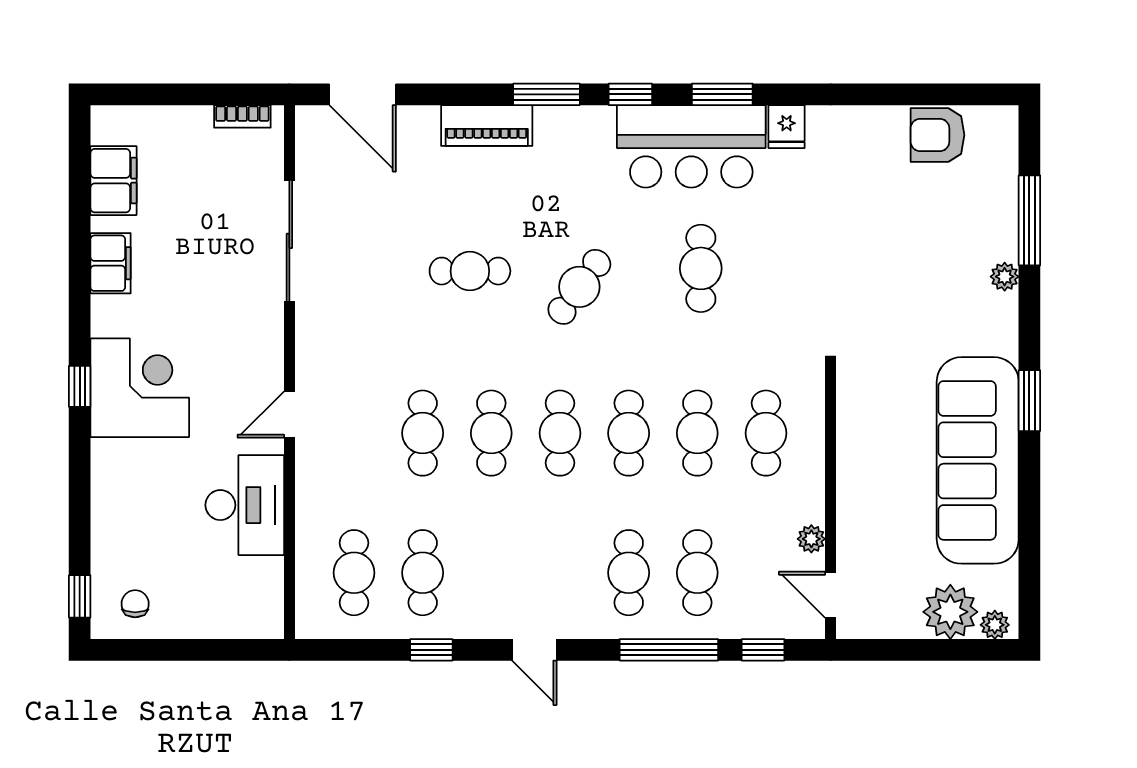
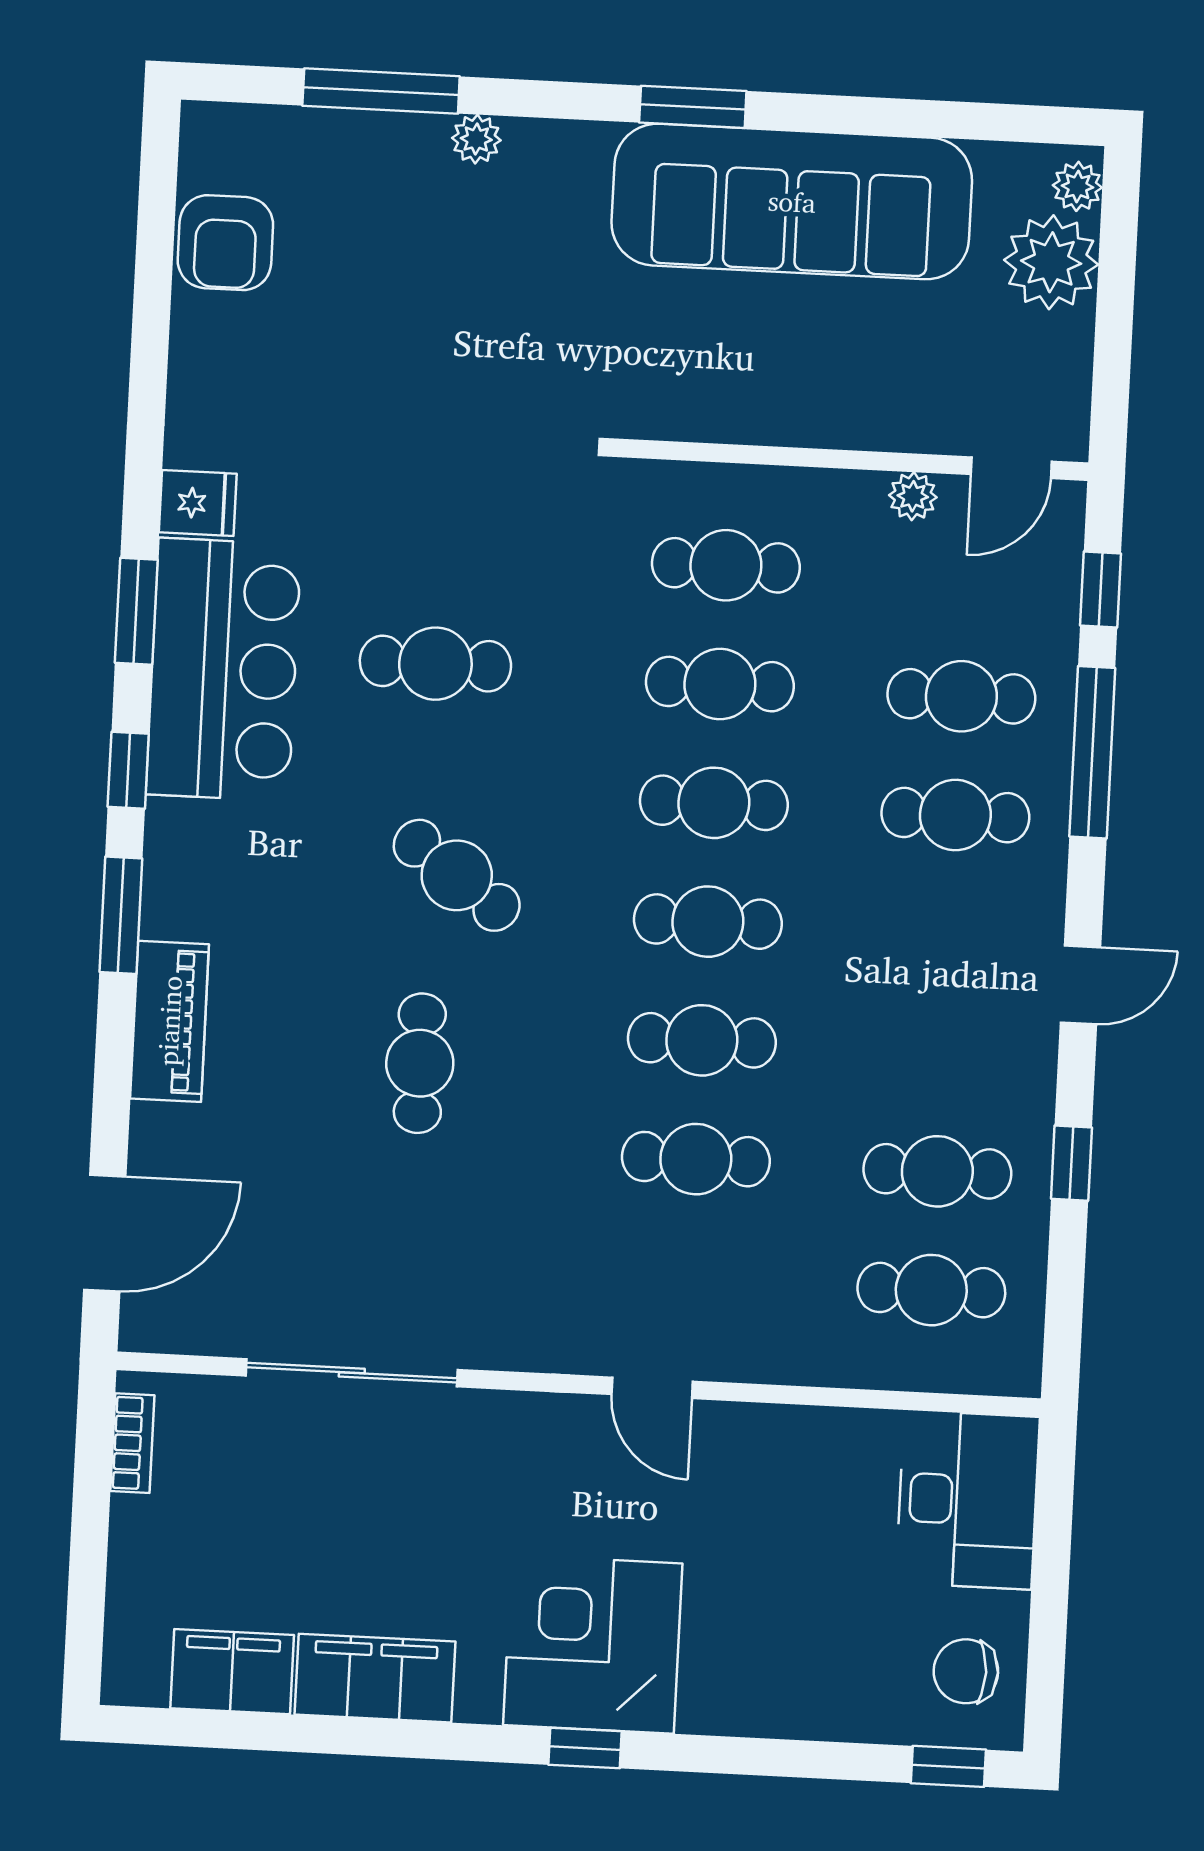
filing cabinet: (111, 263) -> (375, 1678), width x1.50, depth x1.17
desk: (245, 505) -> (968, 1500), moved, turned 90
chair: (135, 604) -> (966, 1671), width x1.37, depth x1.37

